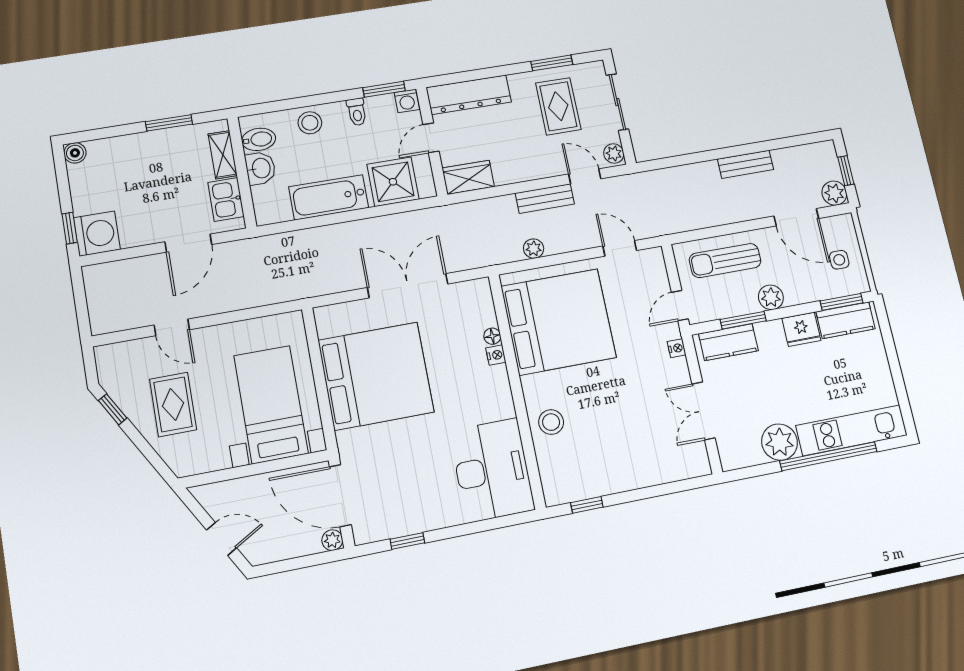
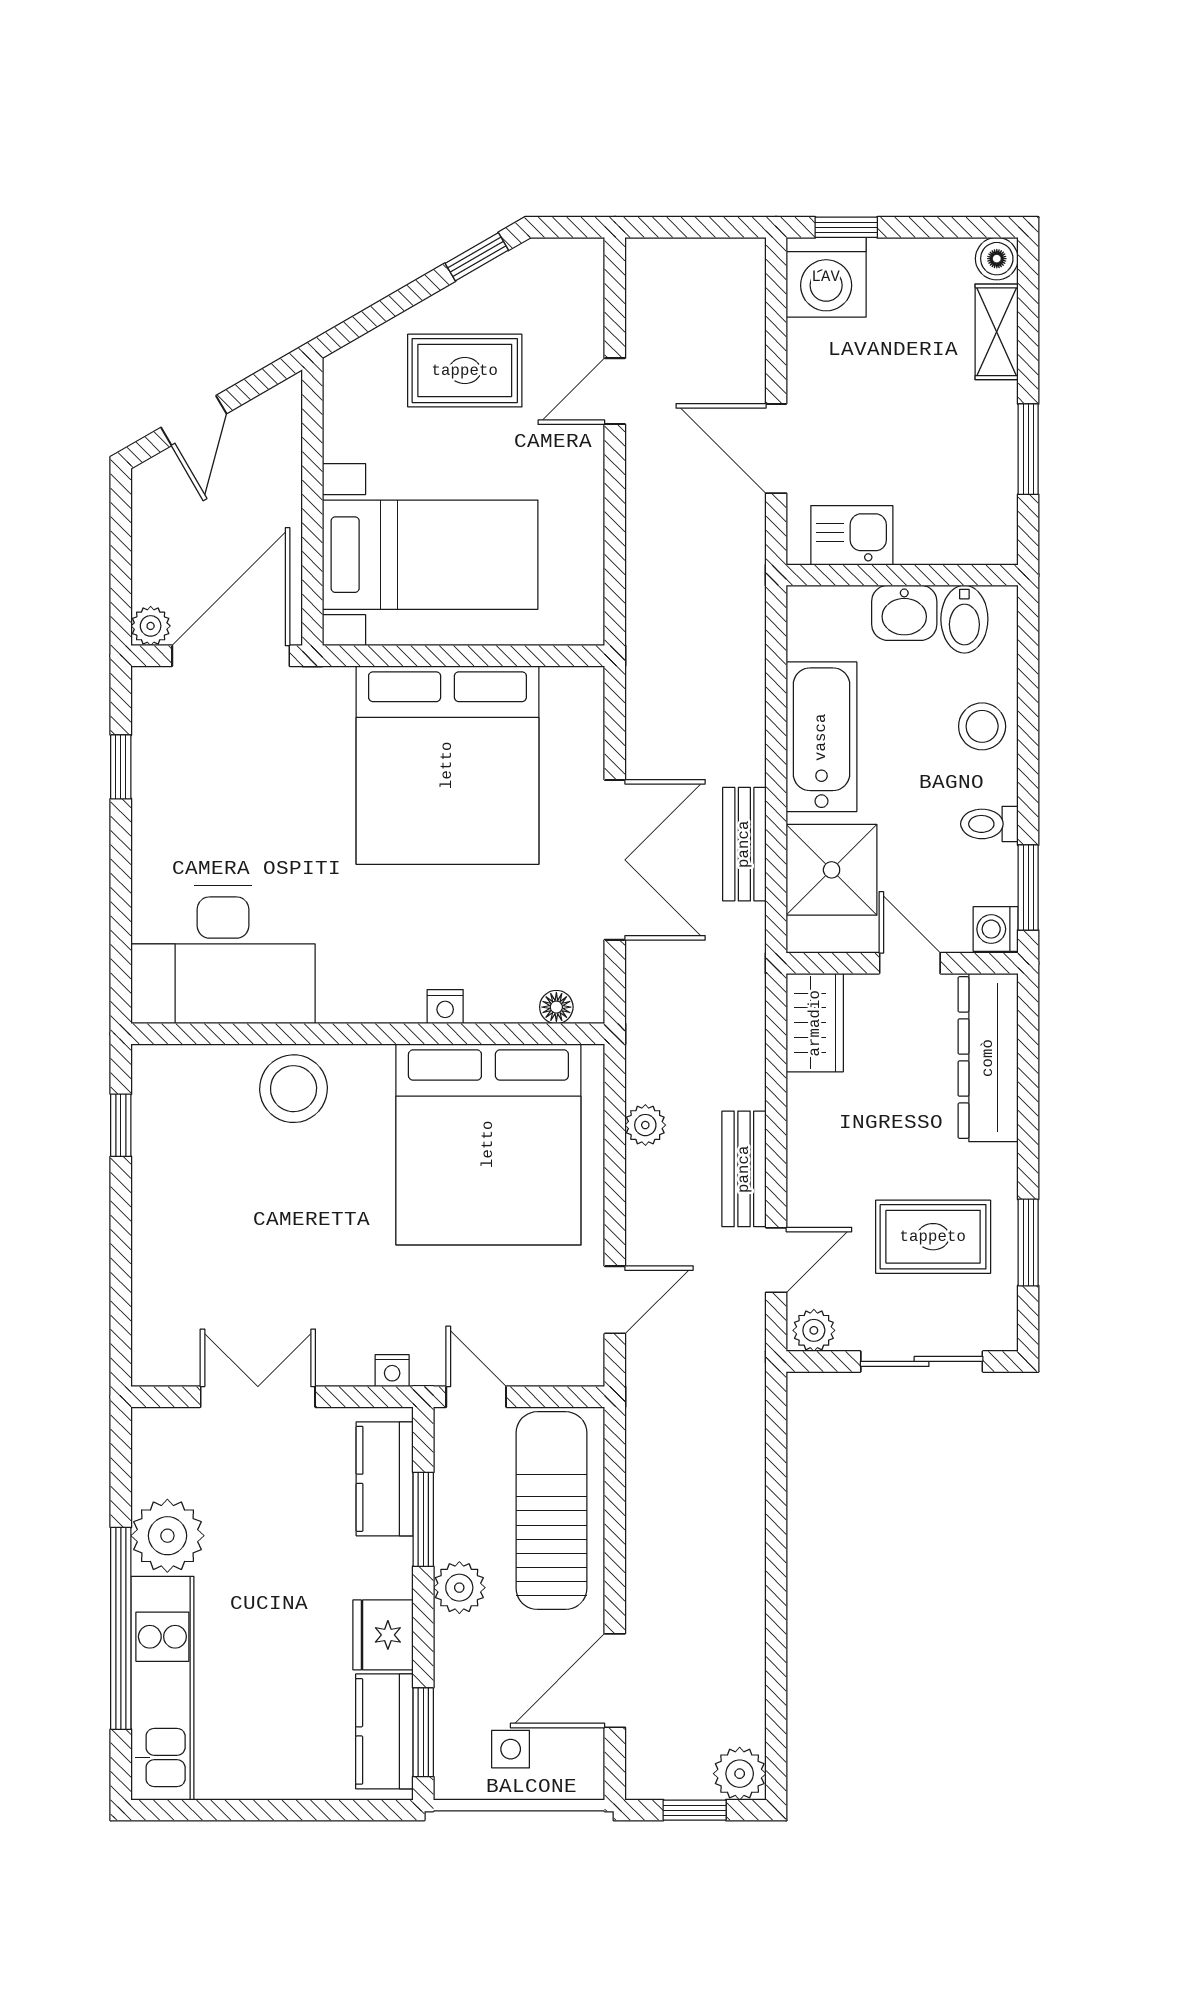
shelving: (223, 155) -> (997, 332), moved, turned 90
bench: (746, 164) -> (744, 844), moved
plant: (834, 193) -> (740, 1774), moved
sun lounger: (725, 261) -> (551, 1511), width x1.36, depth x1.34
floor lamp: (492, 336) -> (556, 1007), moved
stool: (551, 422) -> (294, 1089), width x1.38, depth x1.38

